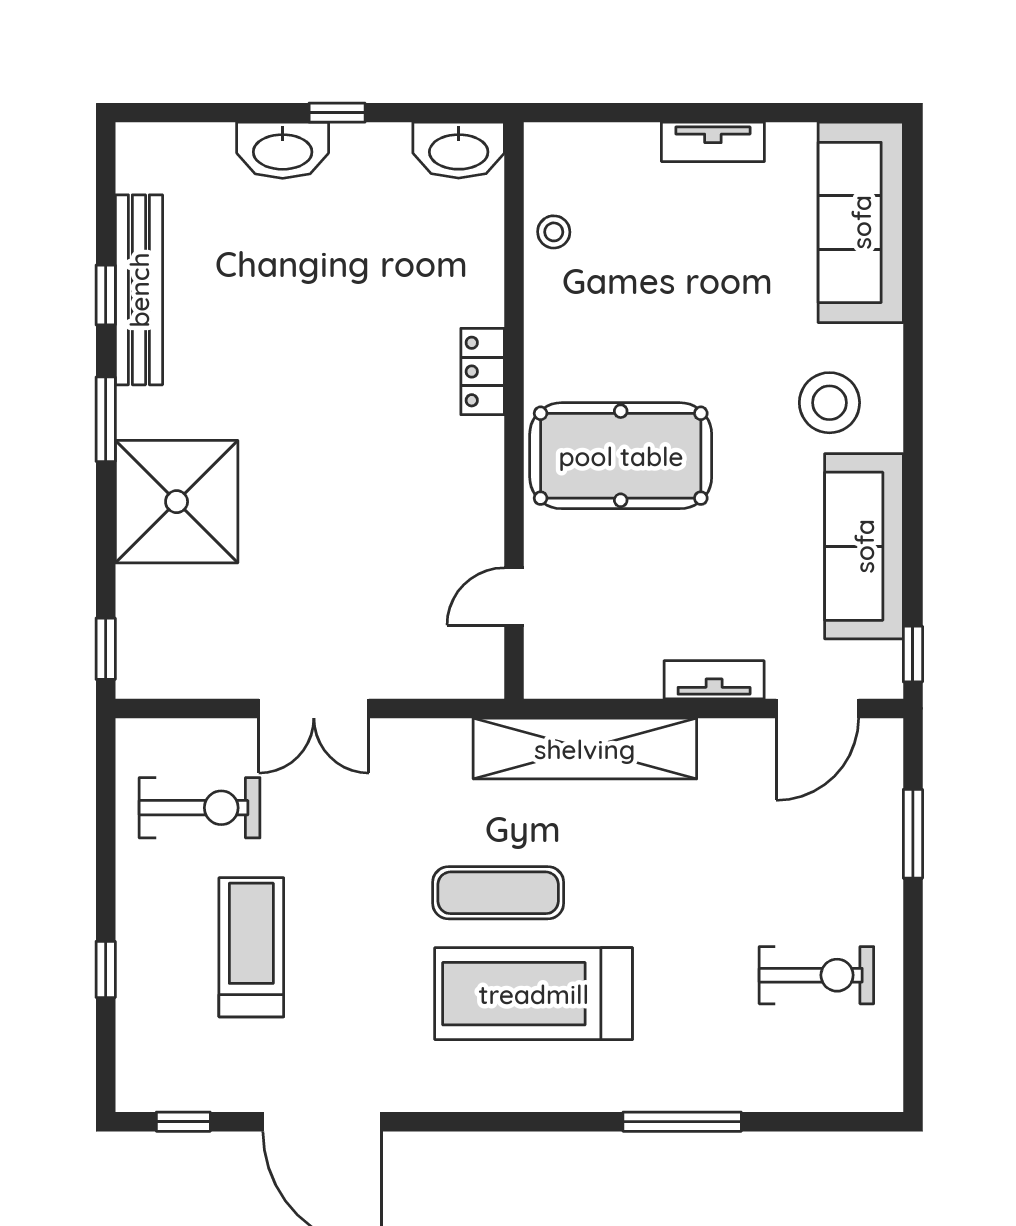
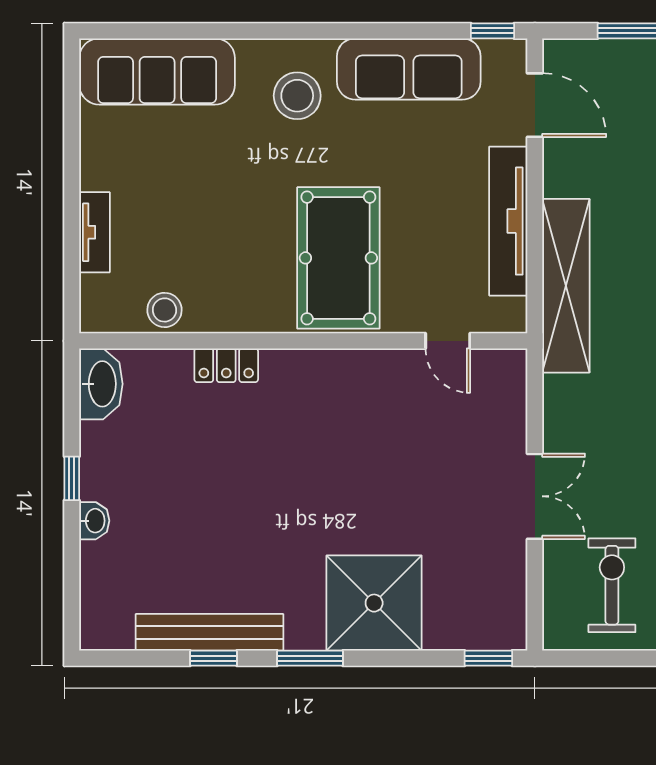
tv unit: (713, 142) -> (95, 232), moved
washbasin: (283, 150) -> (94, 521), width x0.52, depth x0.69
stool: (554, 232) -> (164, 310), width x1.37, depth x1.37
locker: (483, 372) -> (226, 365), moved
tv unit: (714, 680) -> (508, 221), width x1.92, depth x1.29

